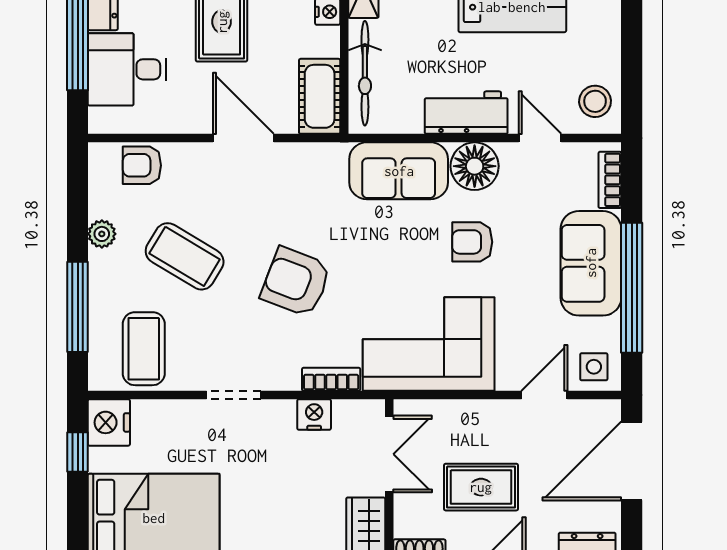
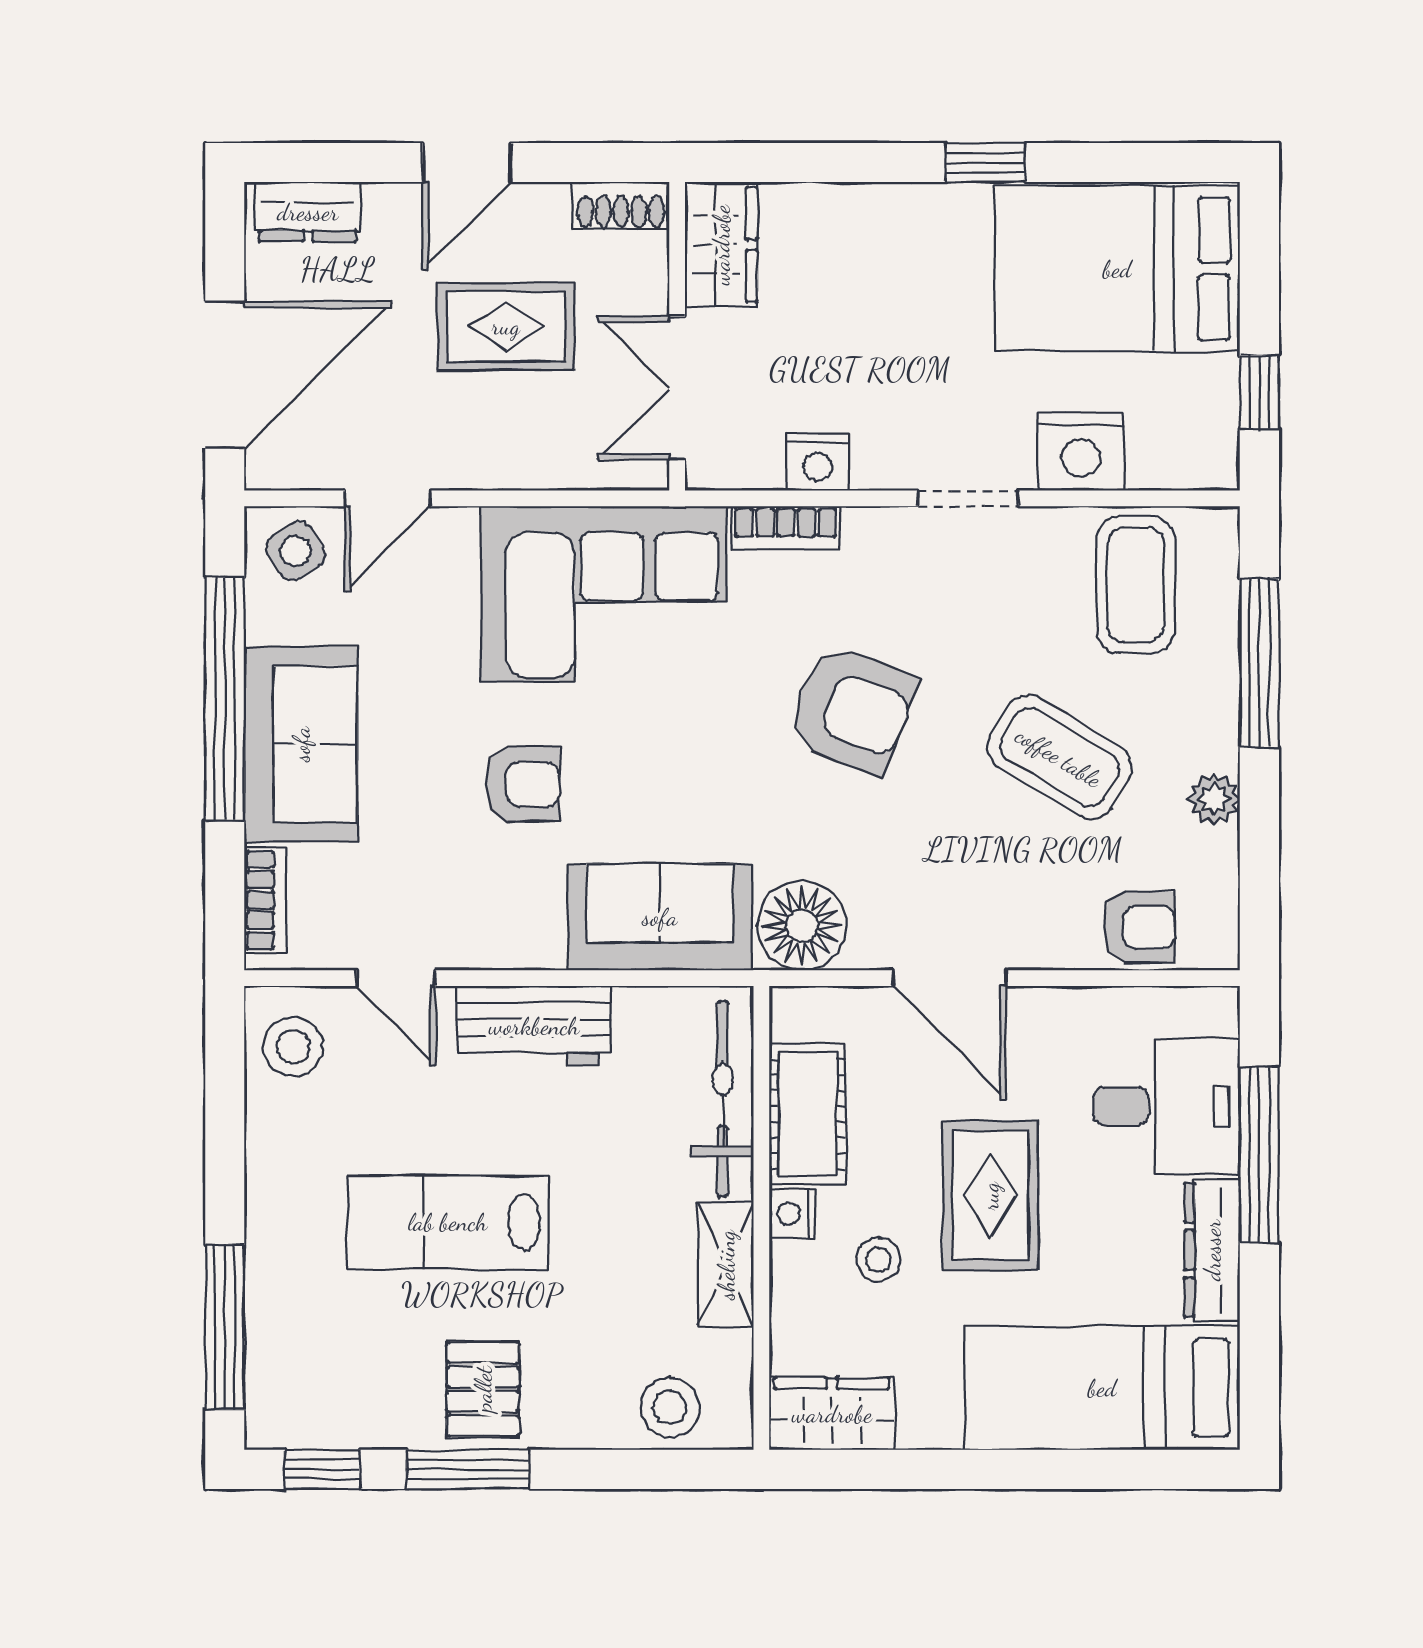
cot: (320, 96) -> (807, 1114), moved
floor lamp: (475, 166) -> (802, 926), moved
side table: (594, 367) -> (295, 551), turned -32
nightstand: (109, 422) -> (1081, 451), moved, turned 90

